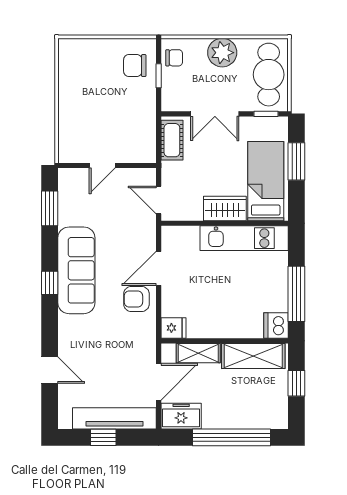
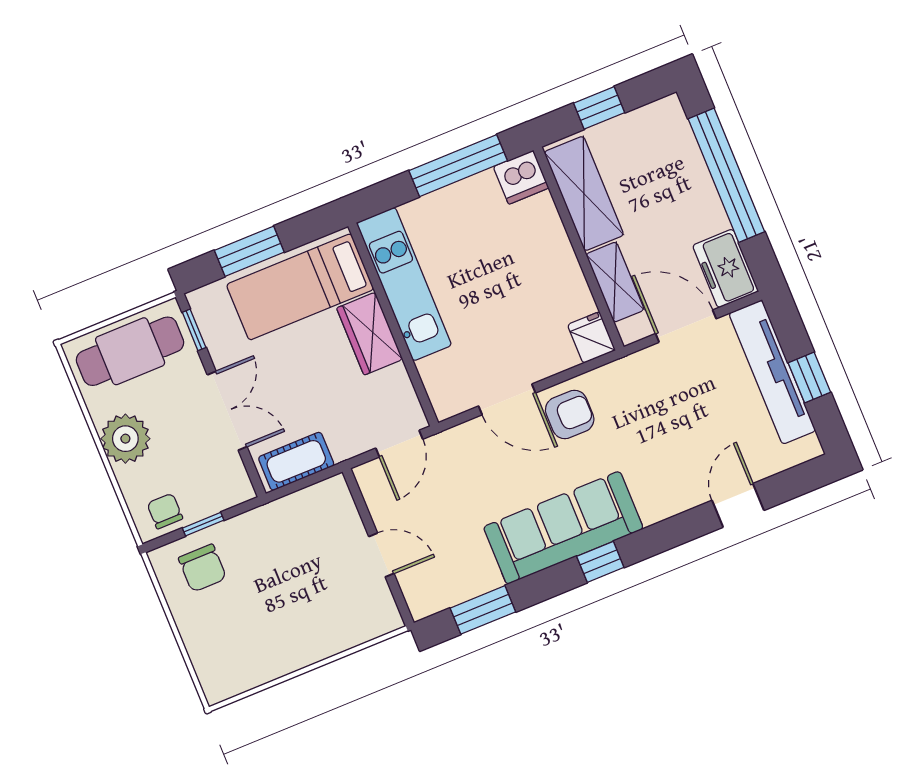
armchair: (136, 299) -> (570, 414), turned -90

